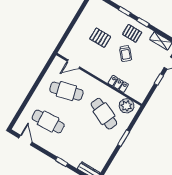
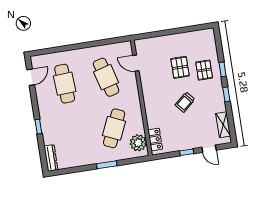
pallet: (132, 33) -> (204, 70), moved
locker: (118, 84) -> (155, 139), moved

